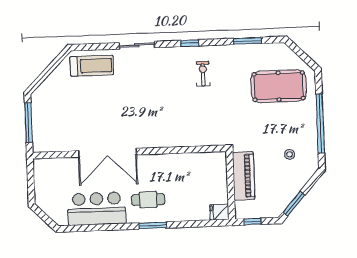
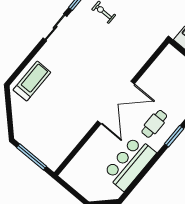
sliding door: (137, 45) -> (55, 27), moved
double door: (107, 153) -> (116, 102), moved

